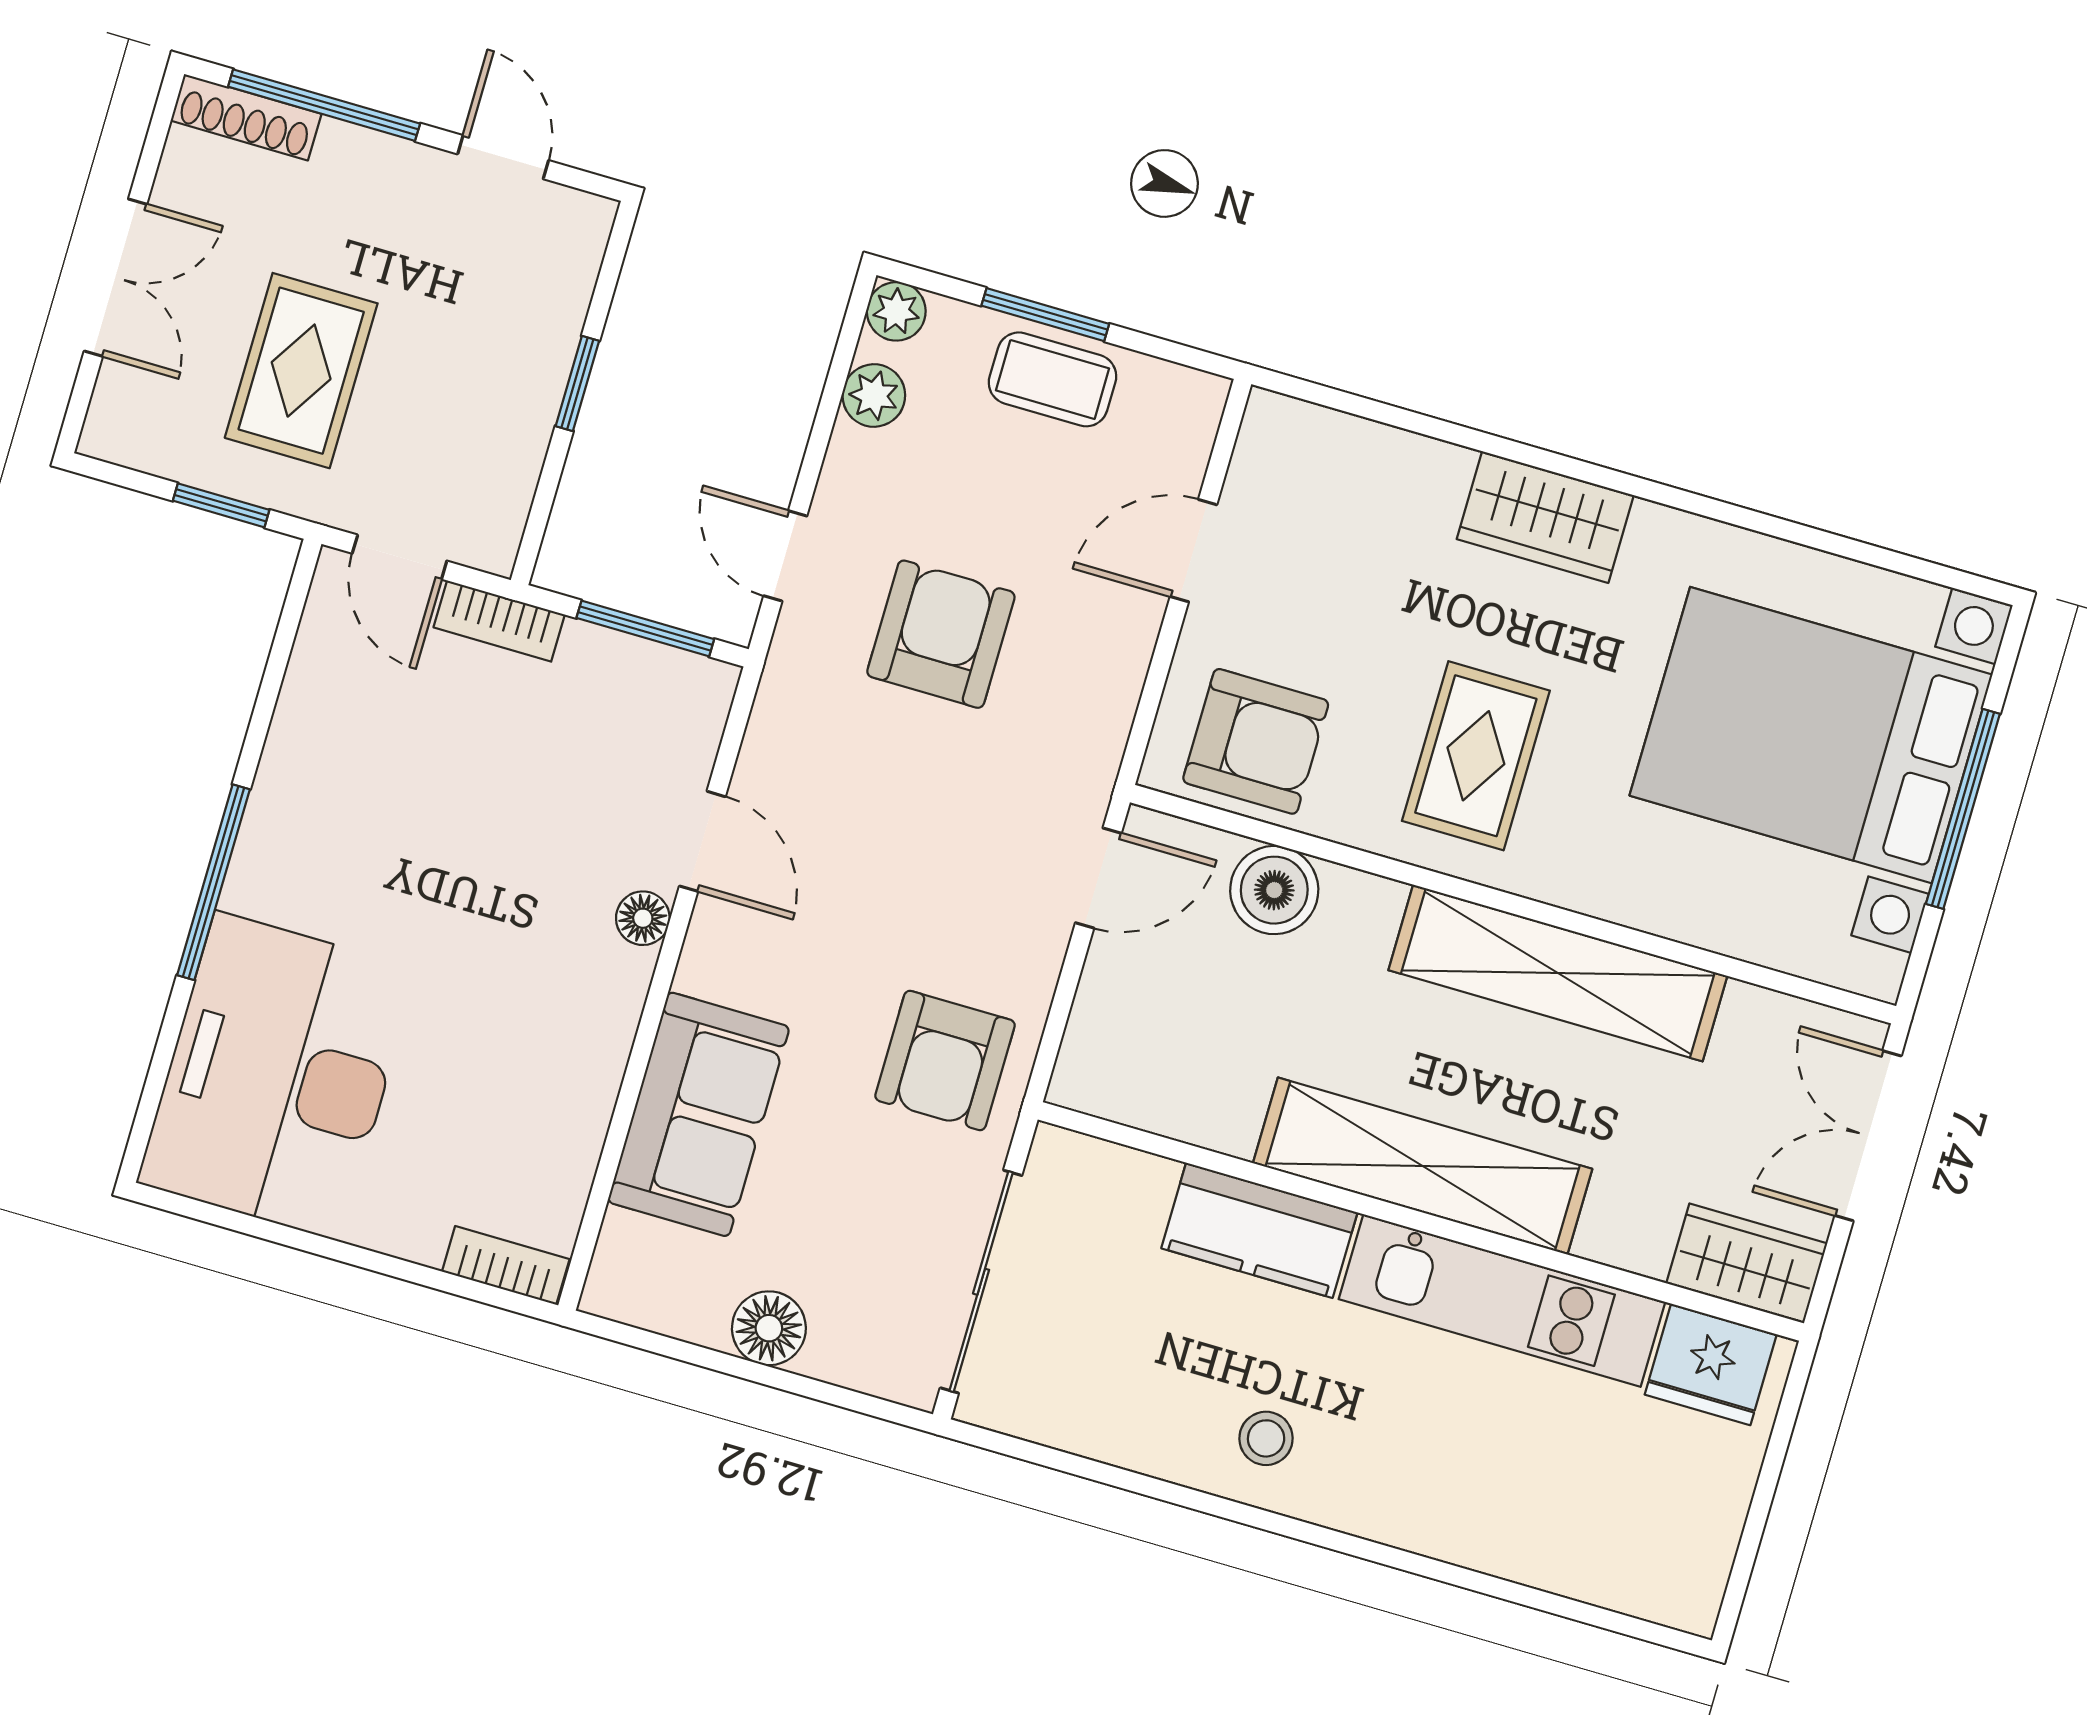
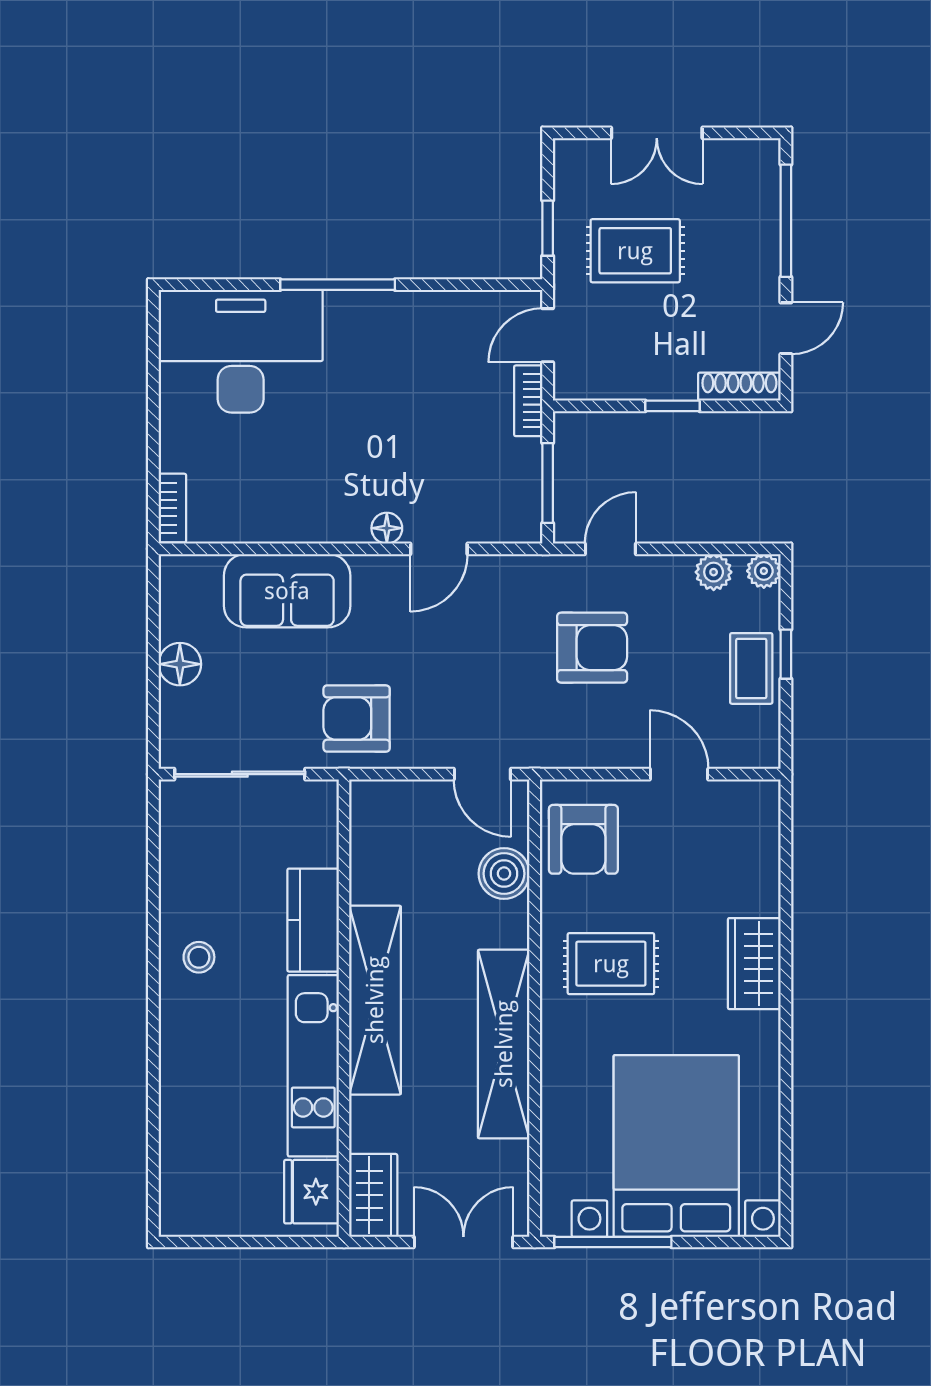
shoe rack: (246, 117) -> (739, 387), moved, turned 90
window: (1045, 315) -> (786, 654), width x0.67
window: (1963, 809) -> (613, 1242), moved

